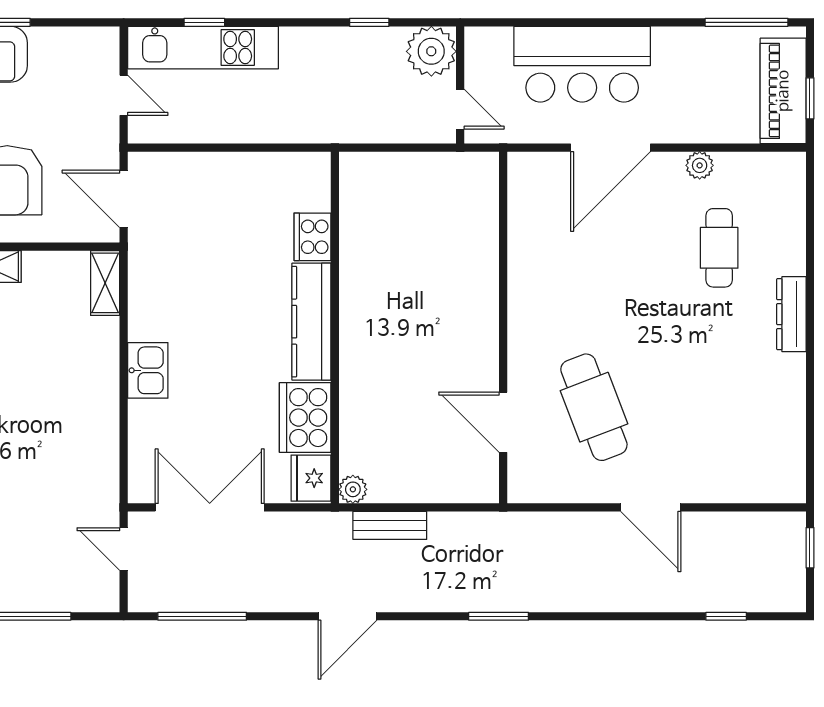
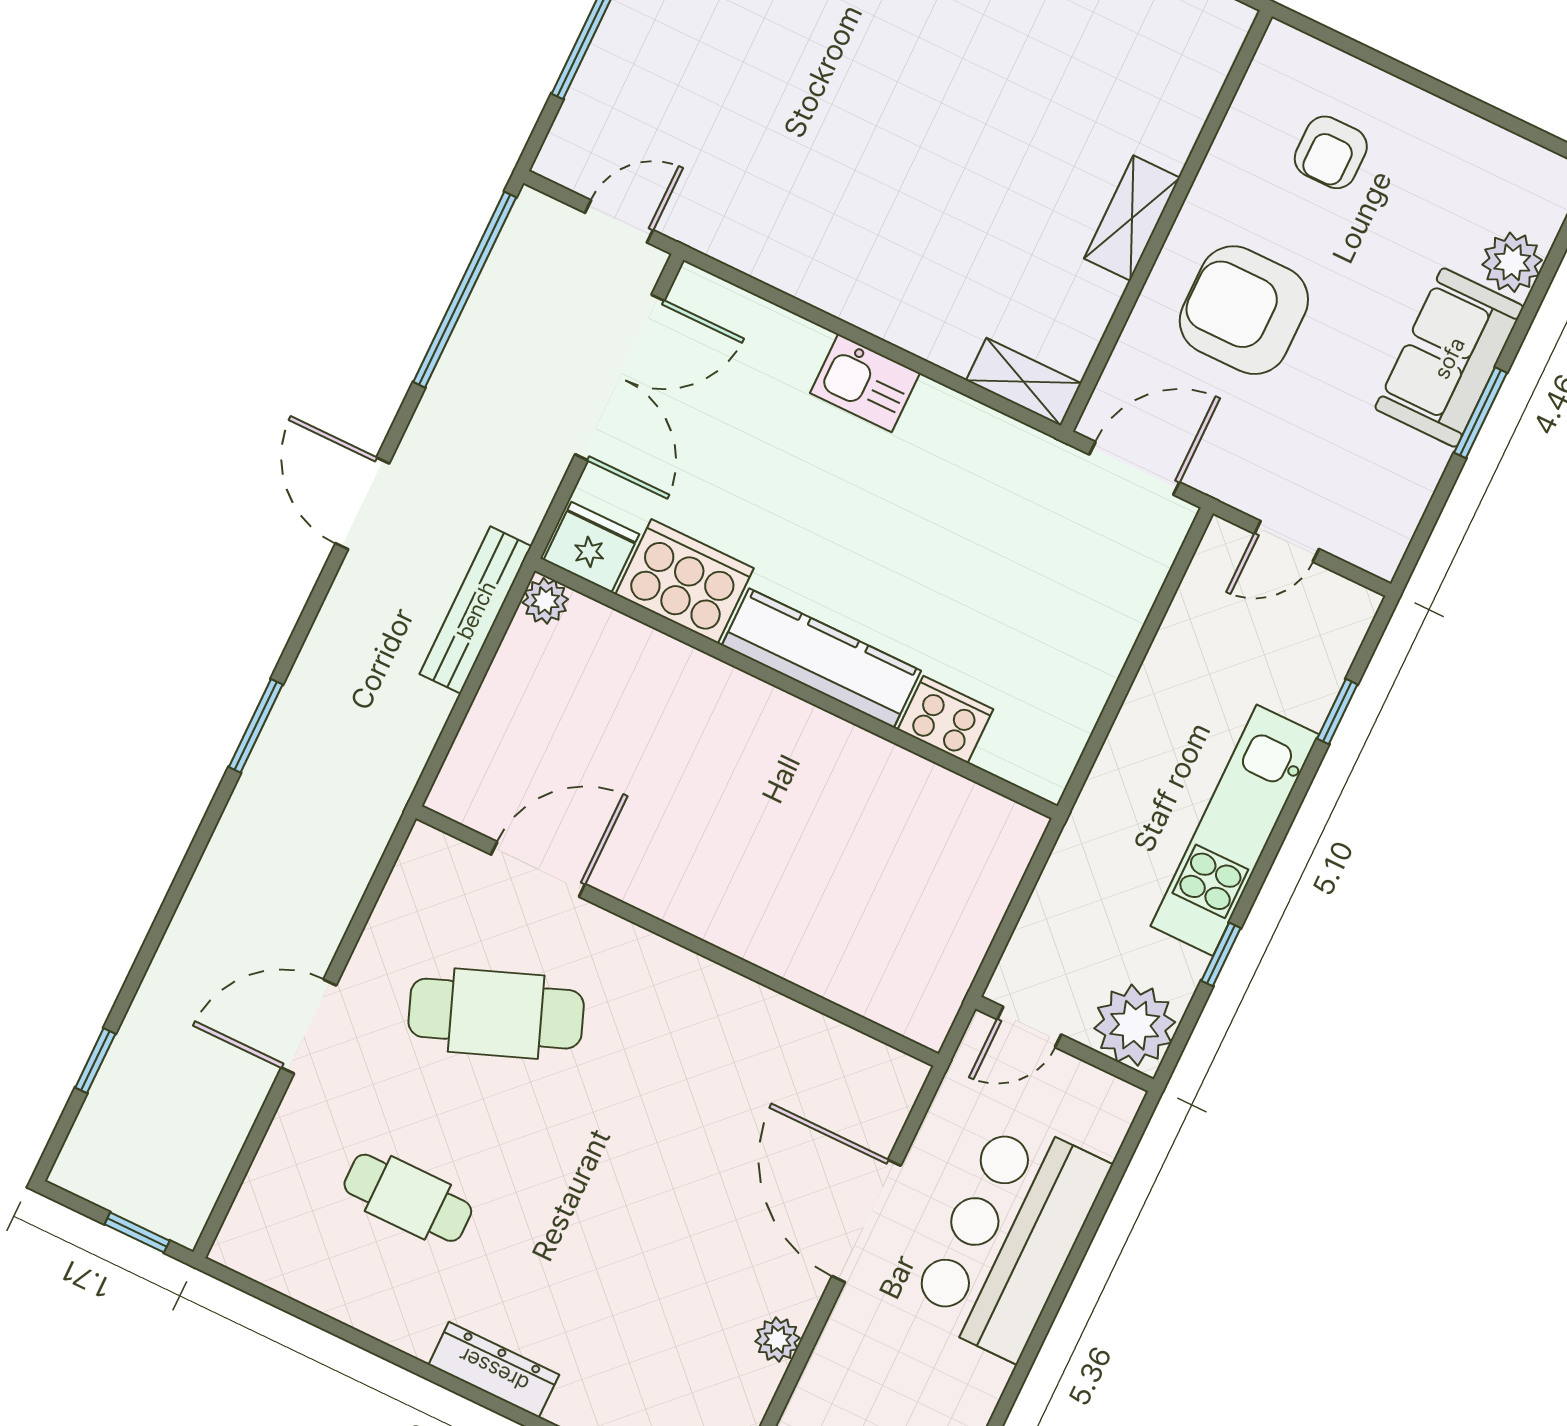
kitchen unit: (203, 48) -> (1235, 830), moved
cafe table: (719, 248) -> (408, 1198), moved
bench: (390, 525) -> (476, 610), width x1.36
window: (202, 616) -> (465, 290), width x1.46

